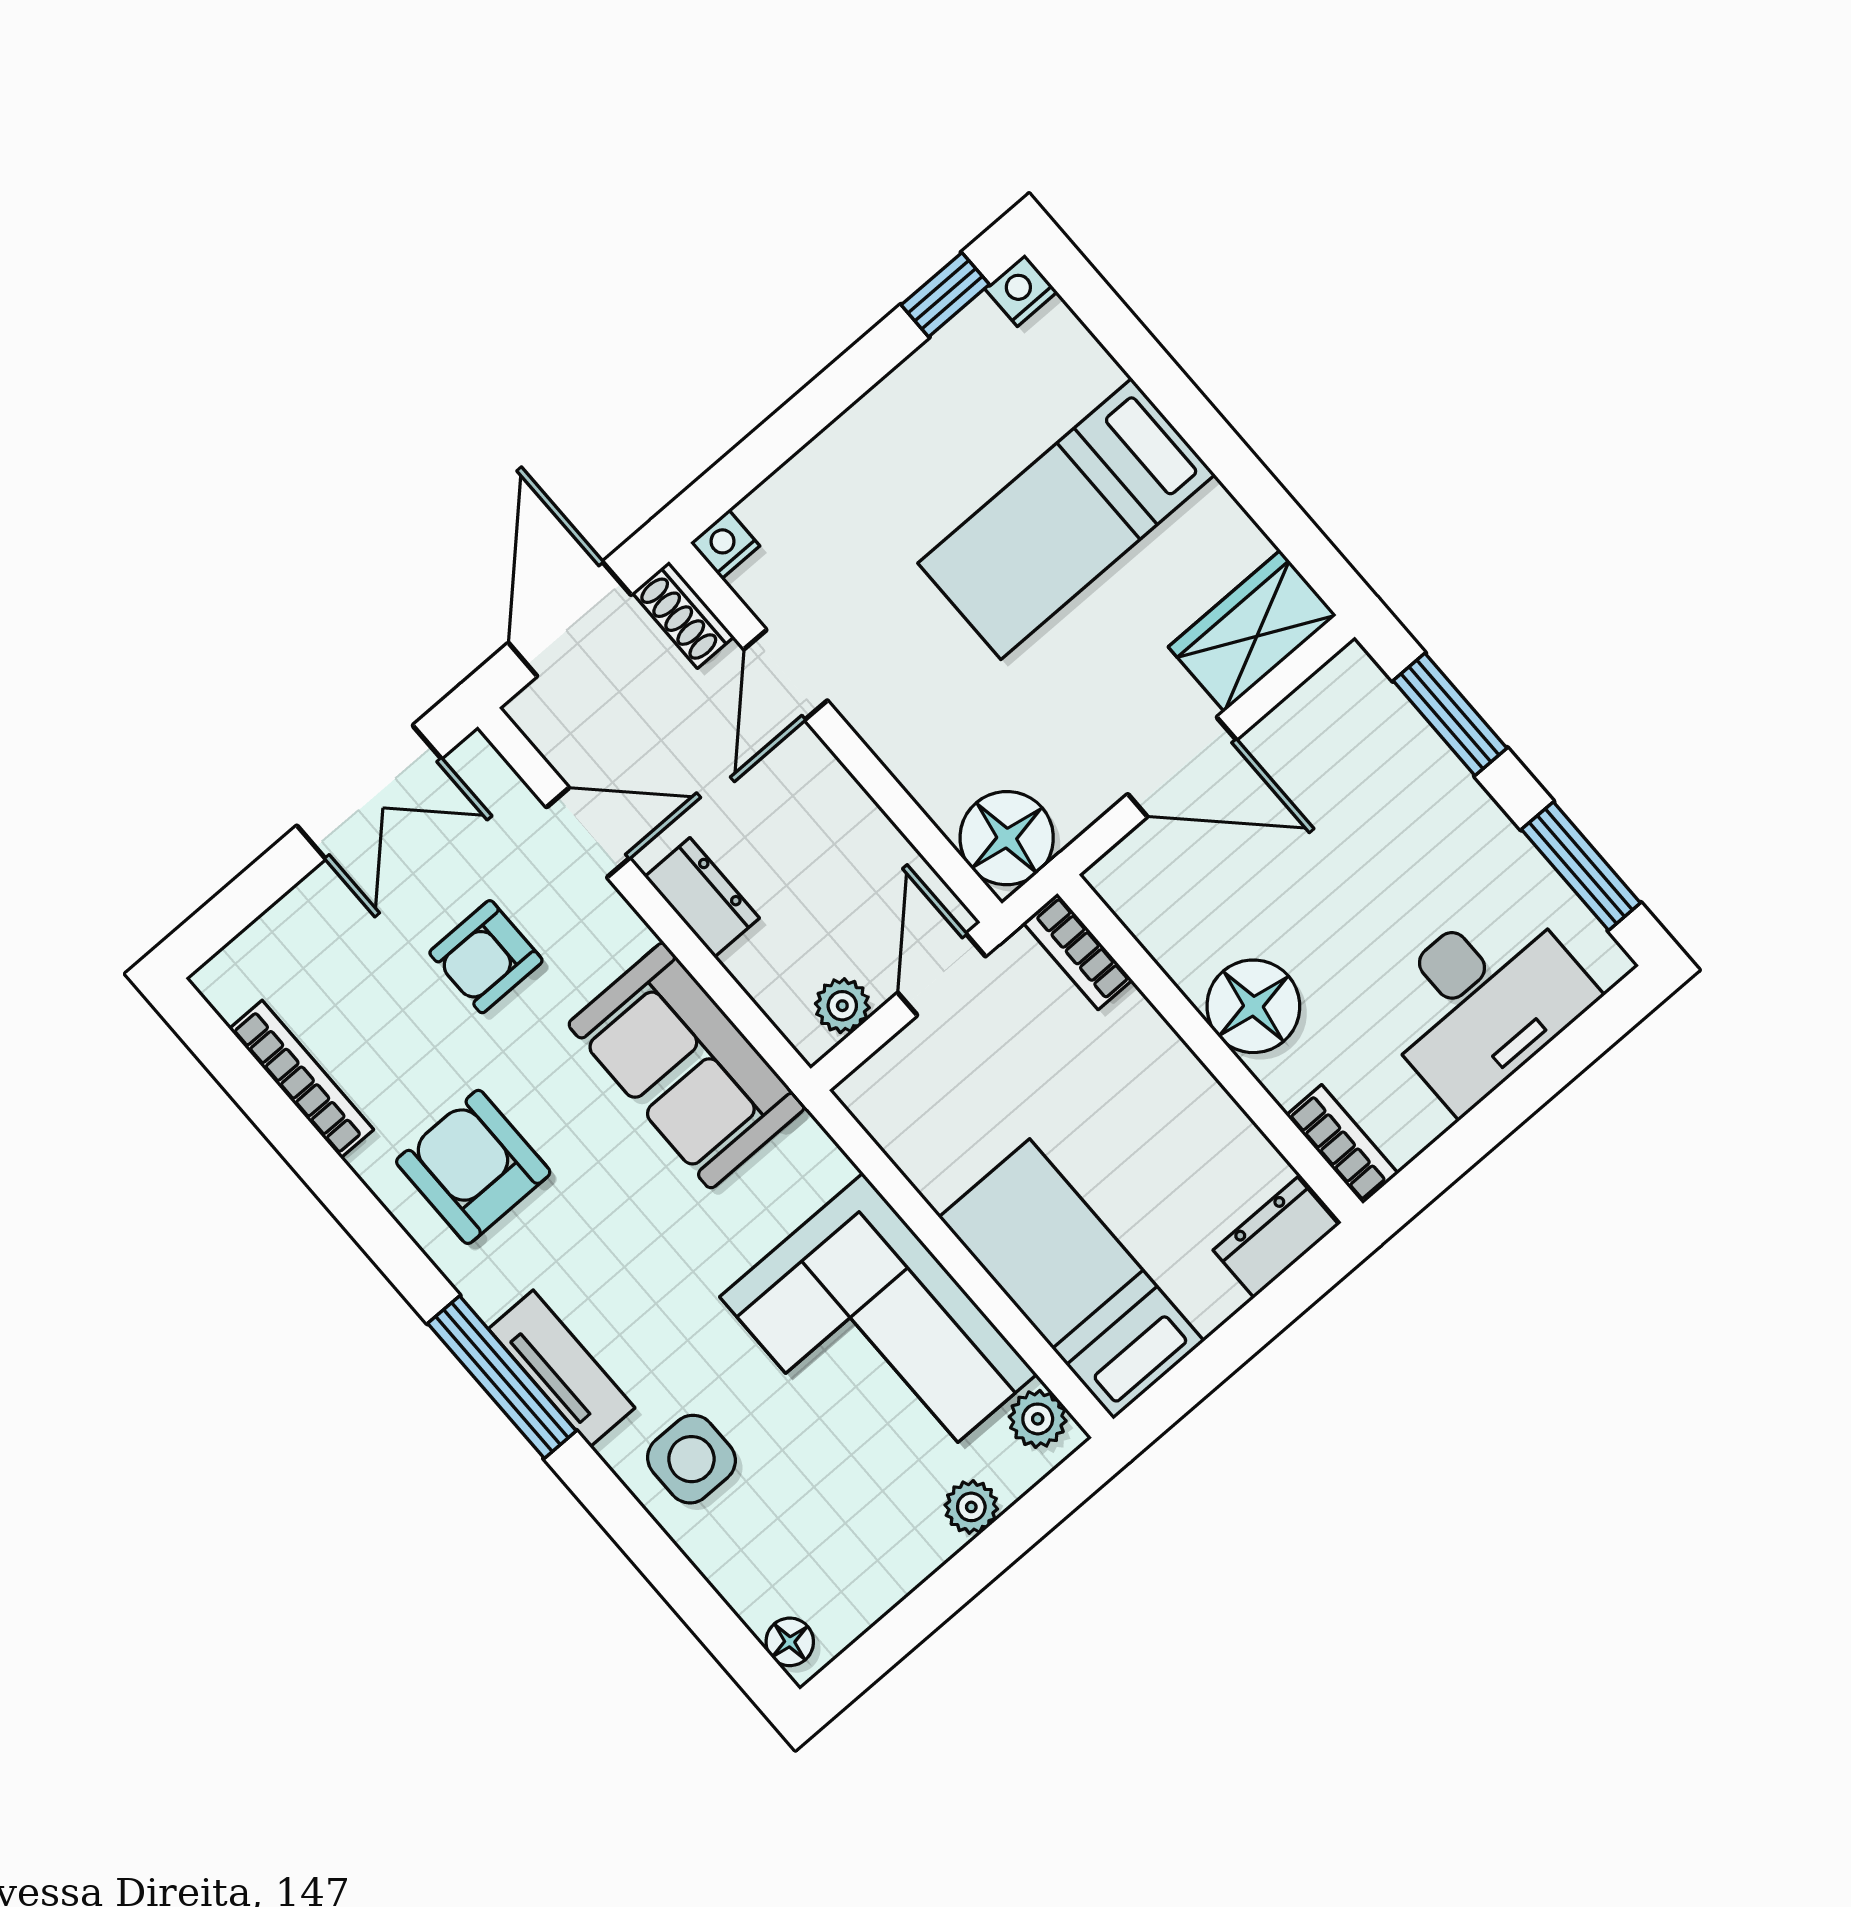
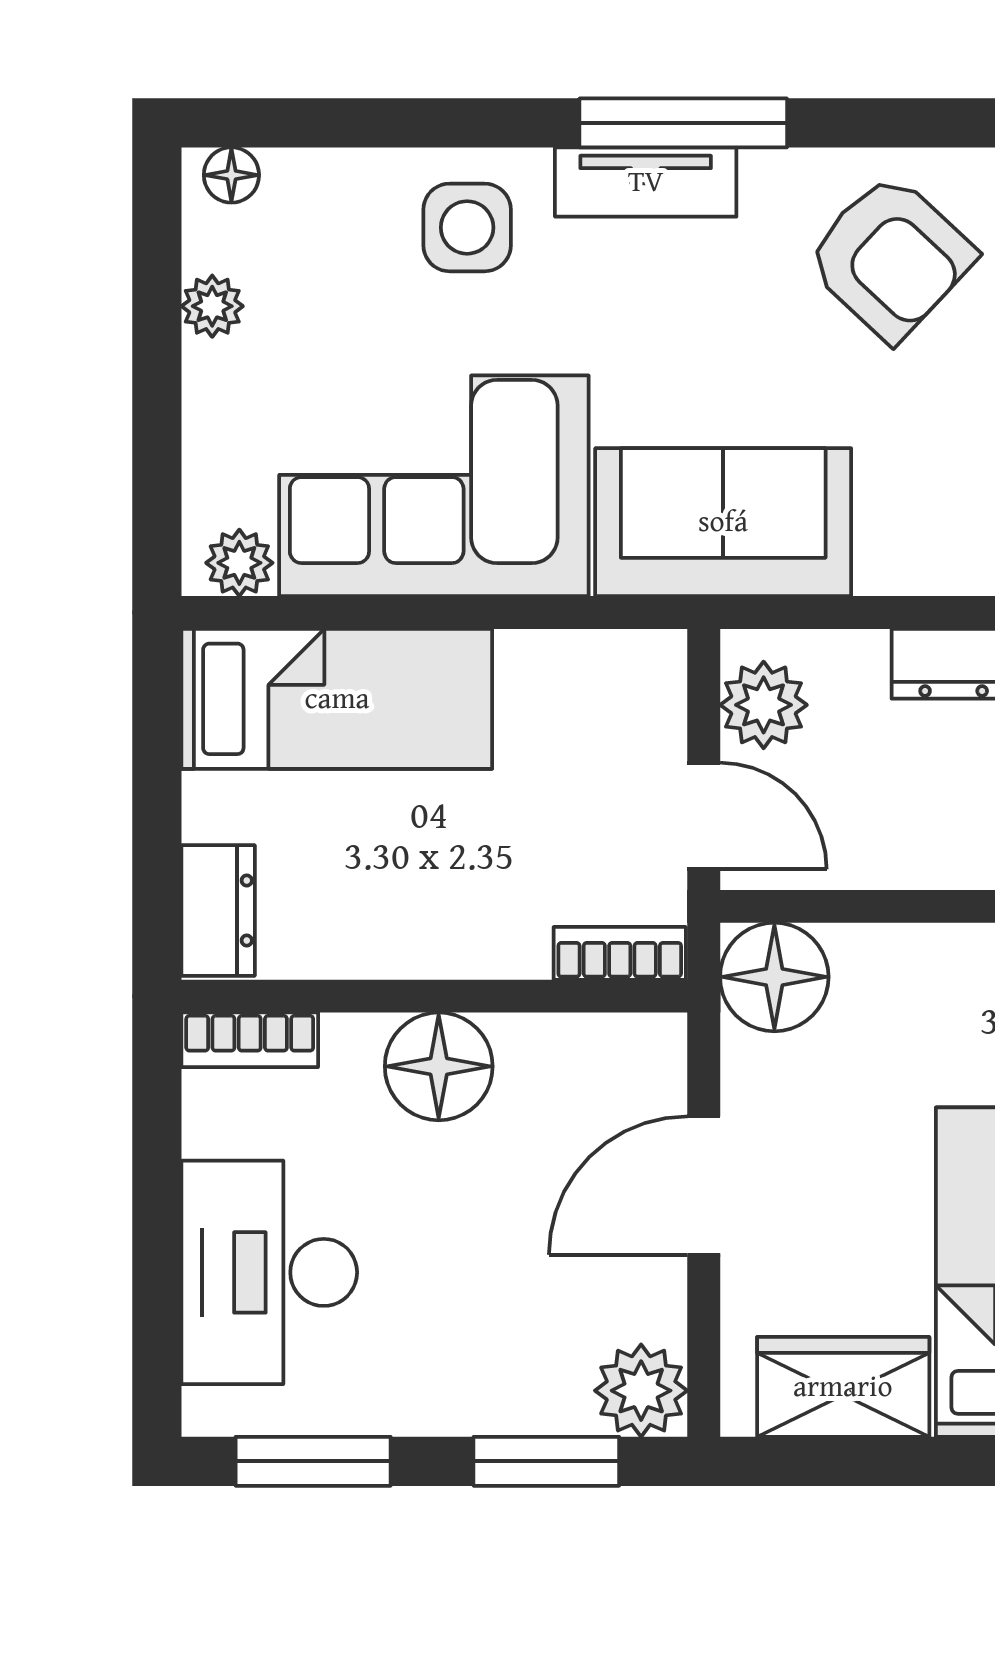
wardrobe: (1252, 631) -> (843, 1387), moved, turned -90
plant: (1351, 692) -> (641, 1391), added
plant: (842, 1006) -> (764, 705), width x1.38, depth x1.38
sofa: (687, 1066) -> (723, 522), moved
armchair: (473, 1167) -> (890, 257), turned 43
plant: (971, 1507) -> (212, 306), moved

